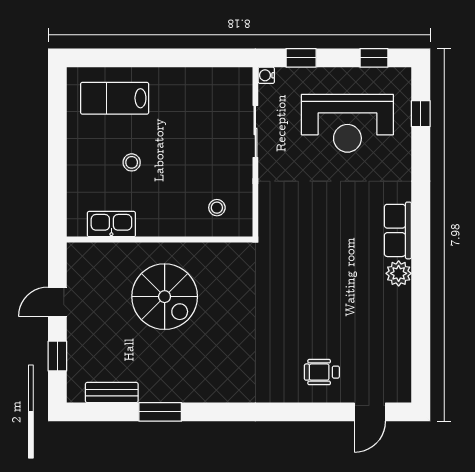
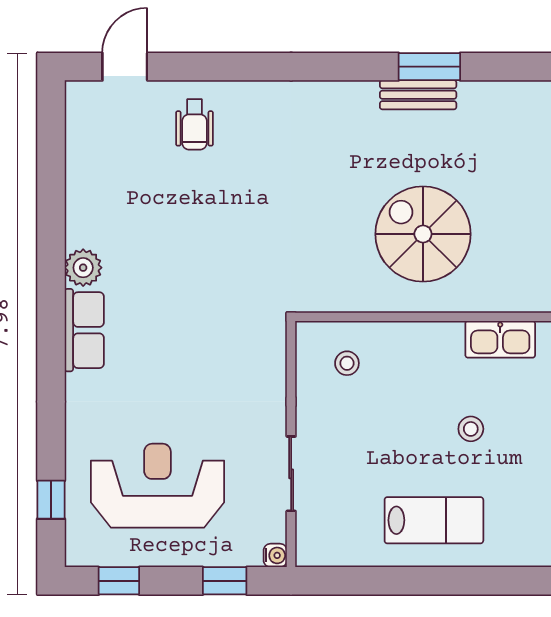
lab bench: (115, 98) -> (434, 520), moved
wheelchair: (322, 372) -> (195, 124), turned 90
bench: (112, 392) -> (418, 95), moved

